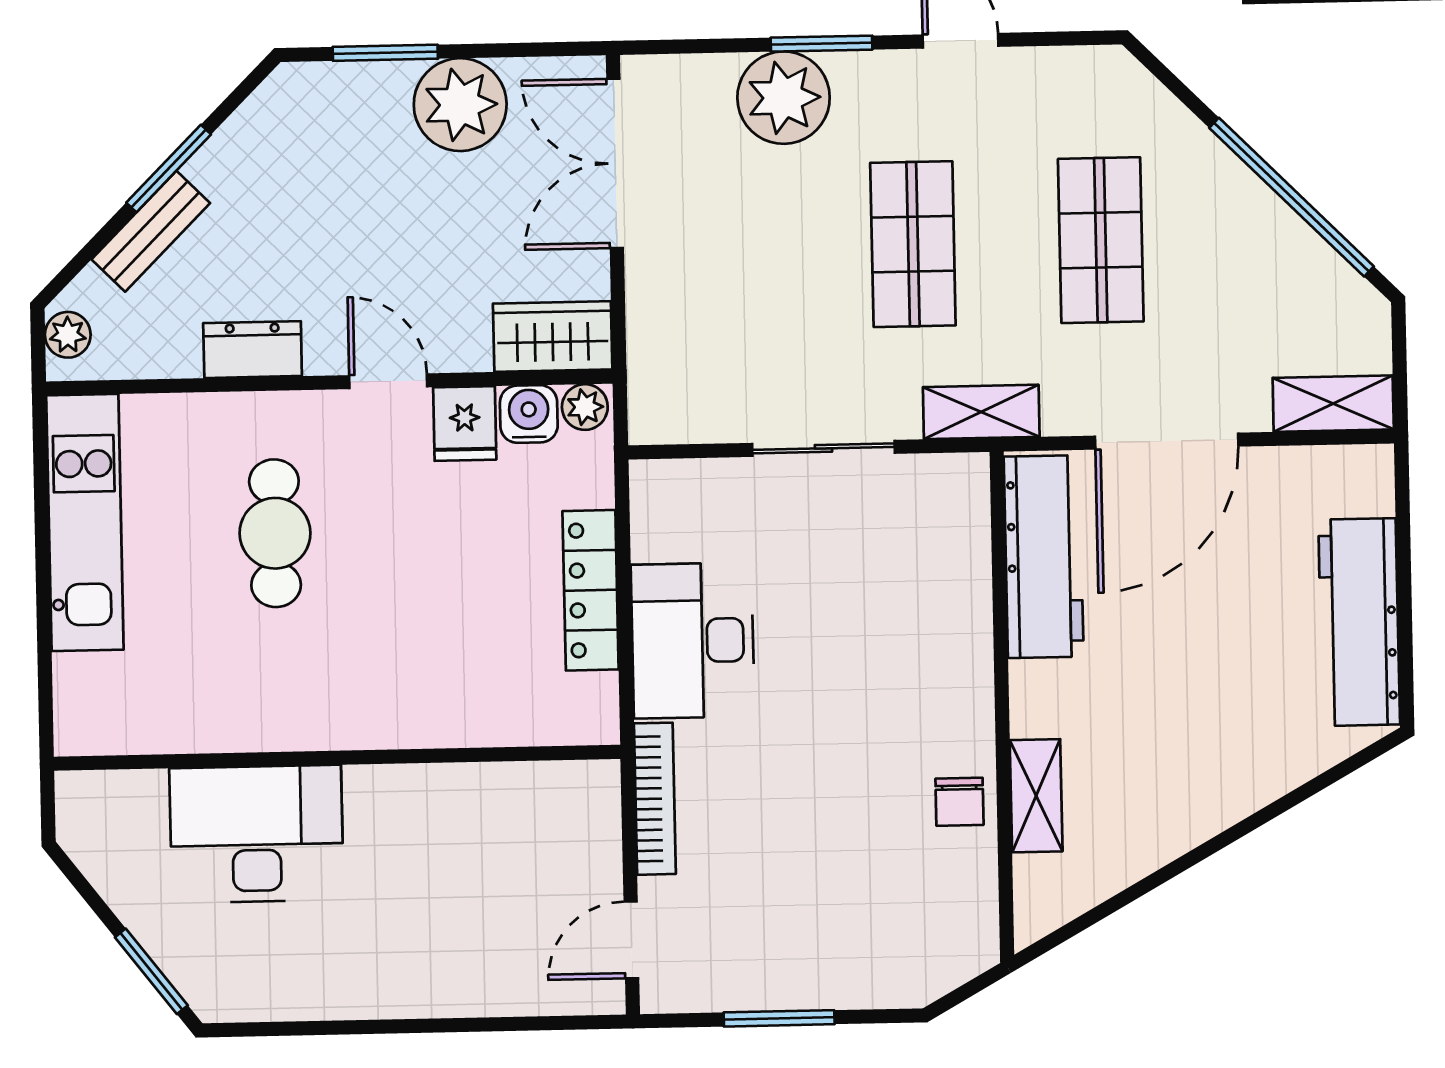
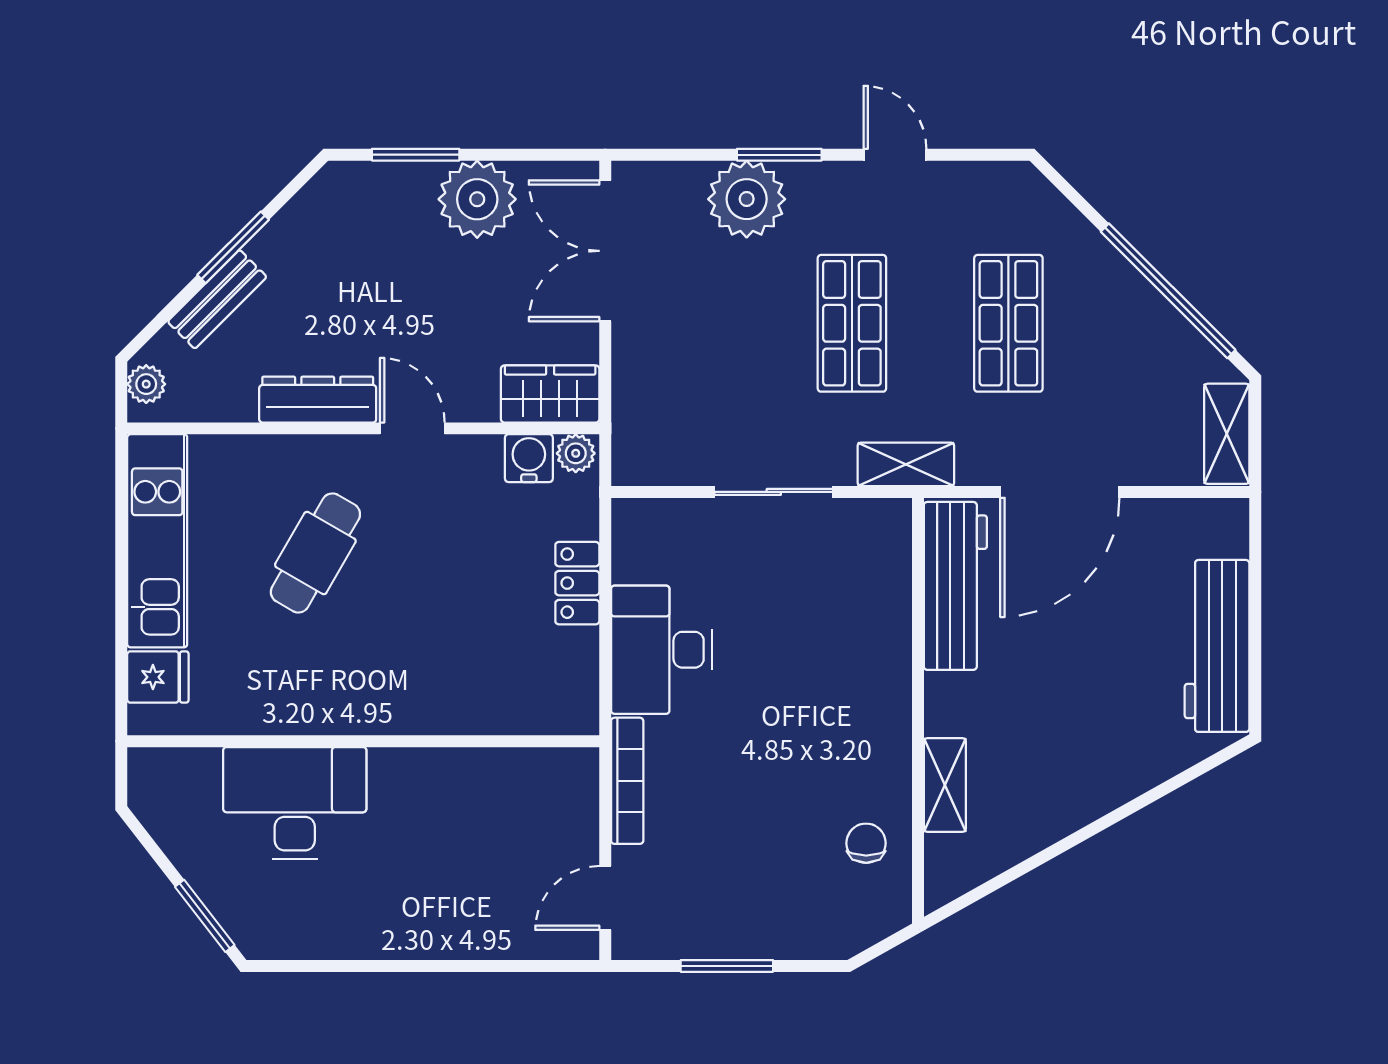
dresser: (253, 350) -> (318, 400), width x1.44
shelving: (1333, 404) -> (1227, 434), moved, turned 90
fridge: (465, 423) -> (158, 677), moved, turned -90
cafe table: (275, 533) -> (315, 553), turned 30
locker: (591, 590) -> (577, 583), width x0.66
chair: (959, 802) -> (866, 843), moved, turned 180

